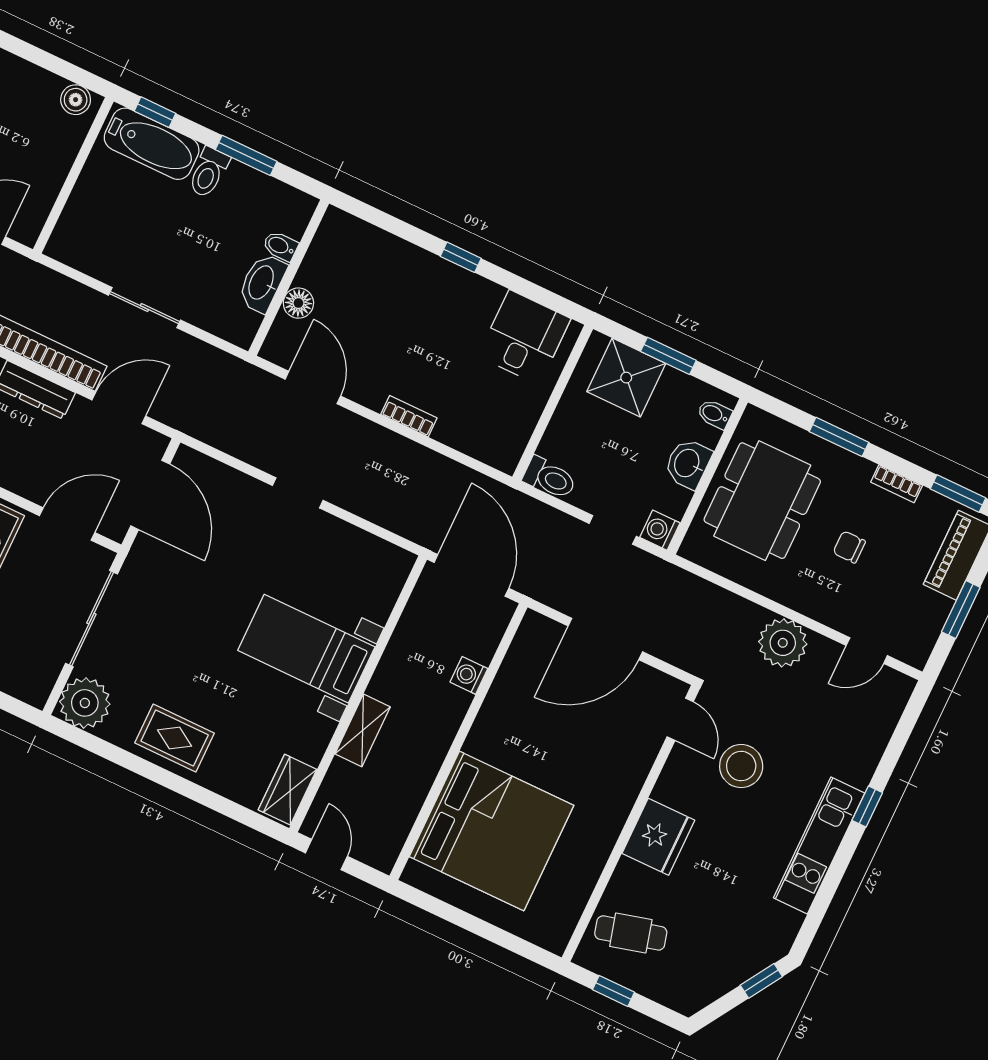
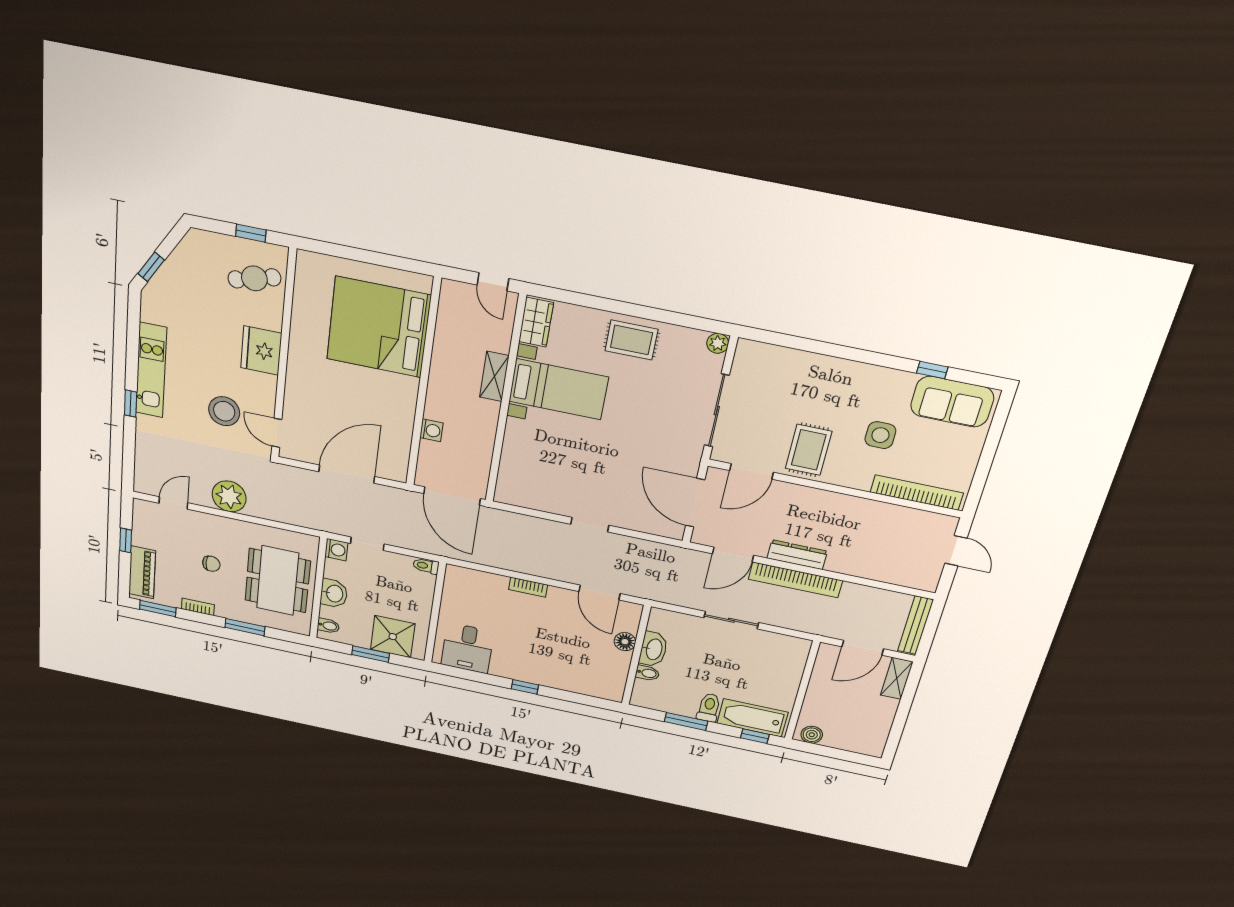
toilet: (550, 478) -> (426, 566), width x0.73, depth x0.72
window: (961, 610) -> (126, 540), width x0.67
bed with nightstands: (306, 649) -> (559, 389), moved
plant: (85, 703) -> (718, 343), width x0.53, depth x0.53

